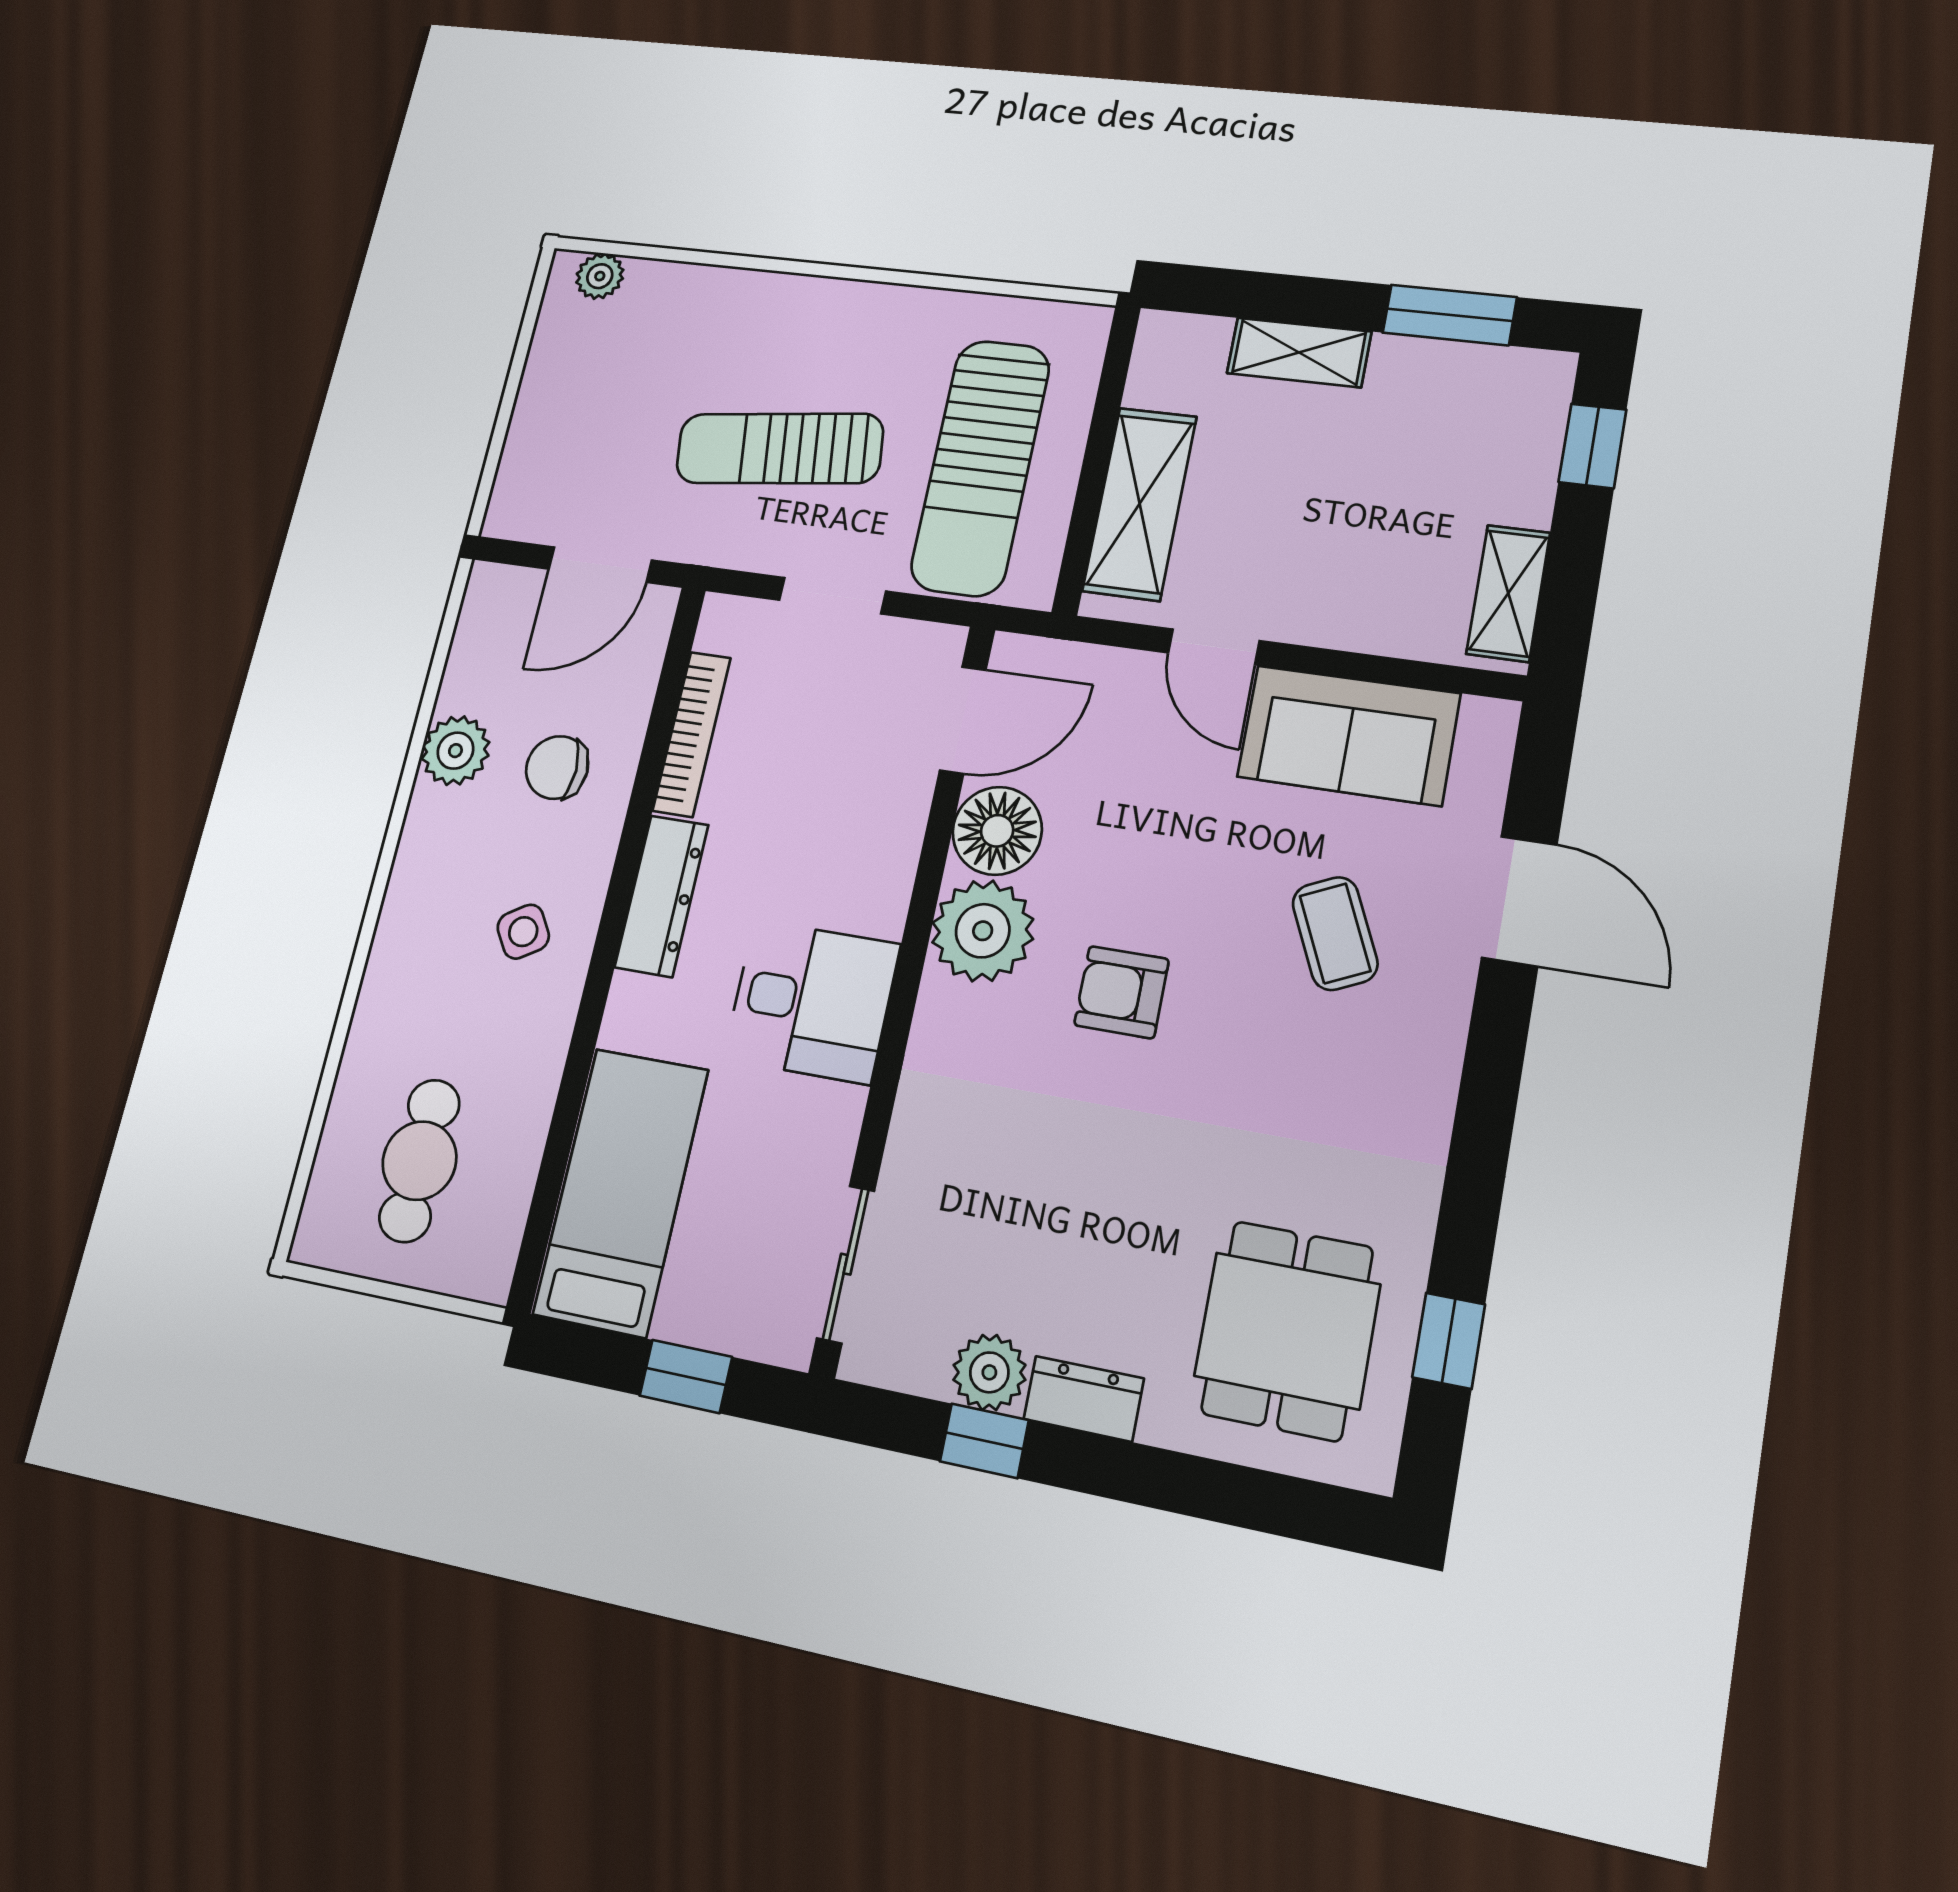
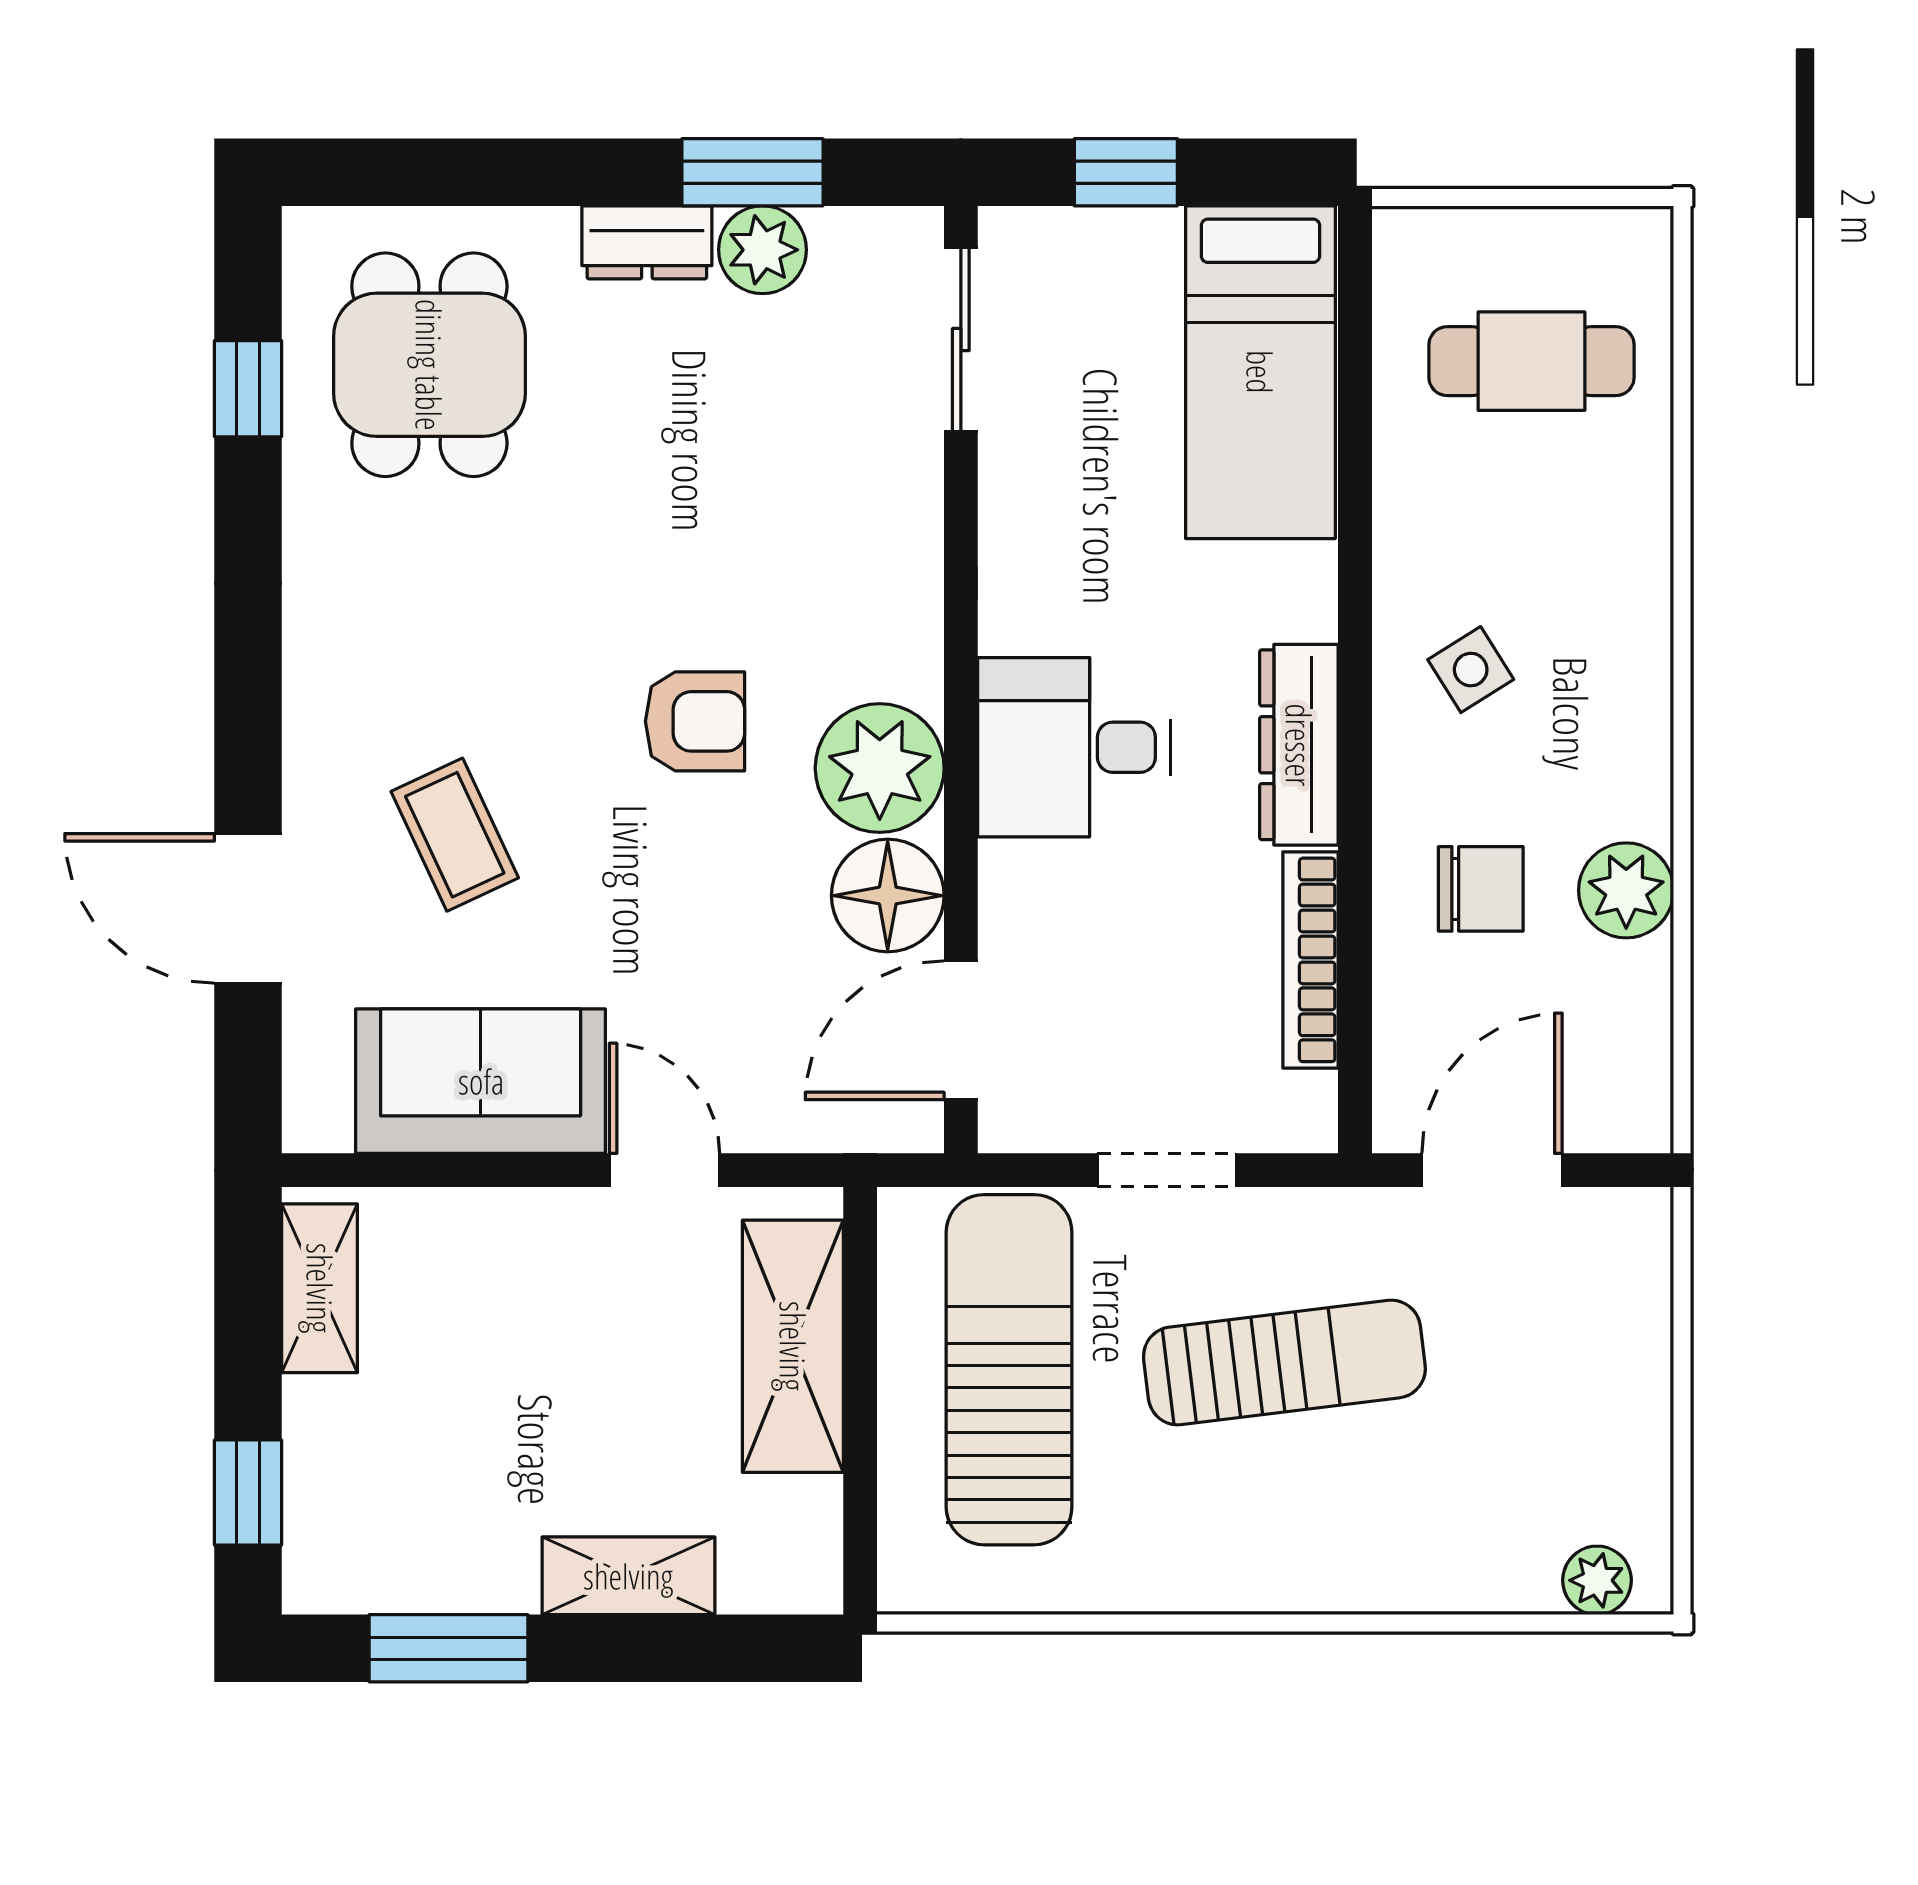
desk: (812, 1001) -> (1074, 747), moved
cafe table: (419, 1161) -> (1531, 361), turned 90
window: (984, 1441) -> (752, 172), width x1.50

